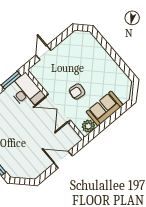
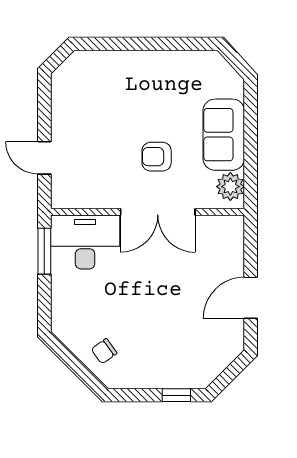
armchair: (77, 92) -> (157, 157), turned 83
door: (63, 160) -> (251, 298), moved

